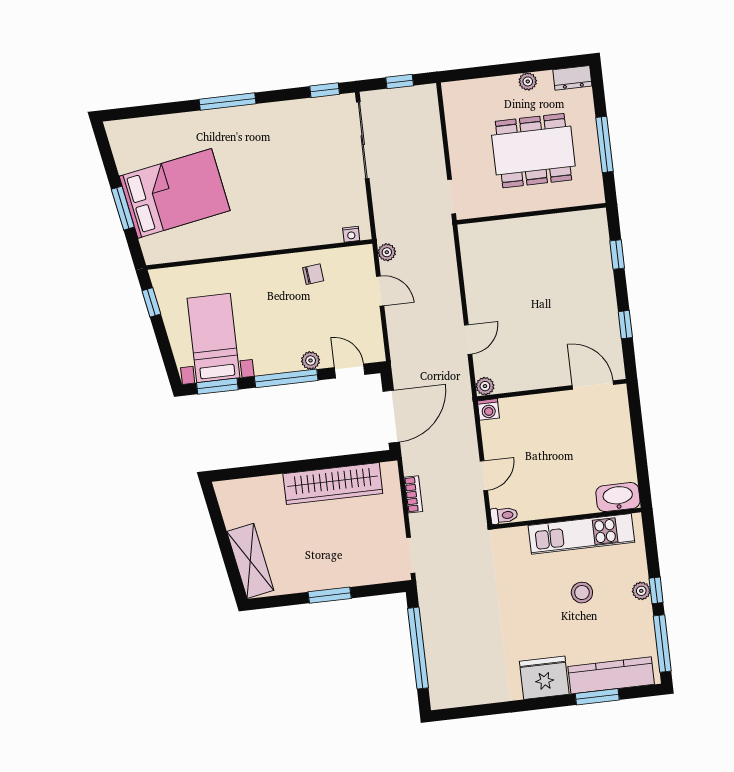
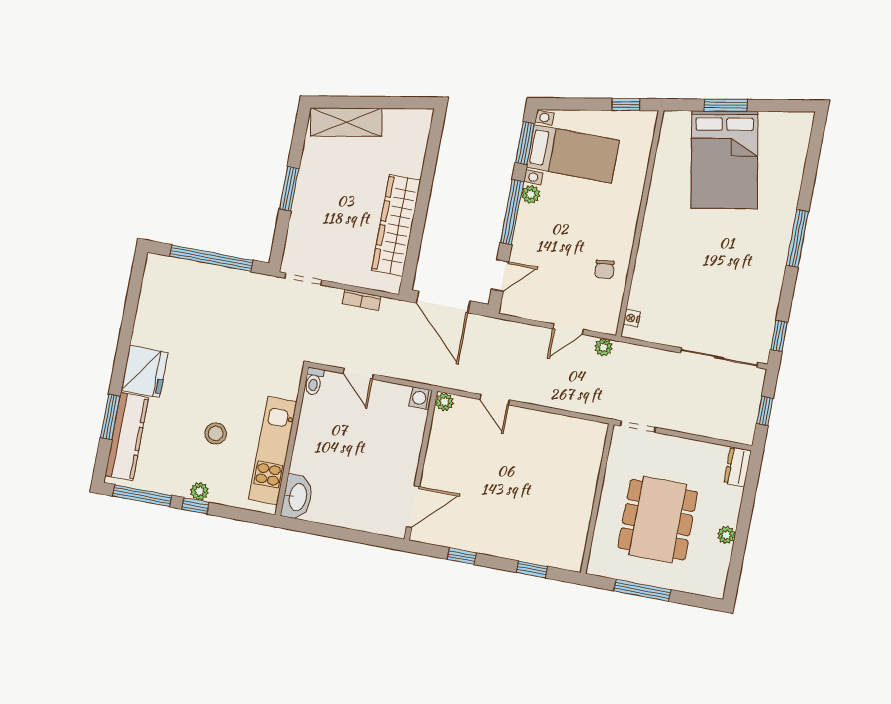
dresser: (572, 78) -> (738, 467), moved
plant: (311, 360) -> (531, 194), moved

